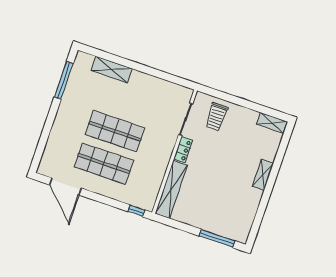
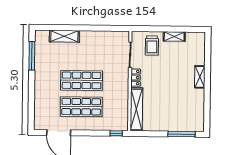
shelving: (272, 123) -> (174, 36), moved

